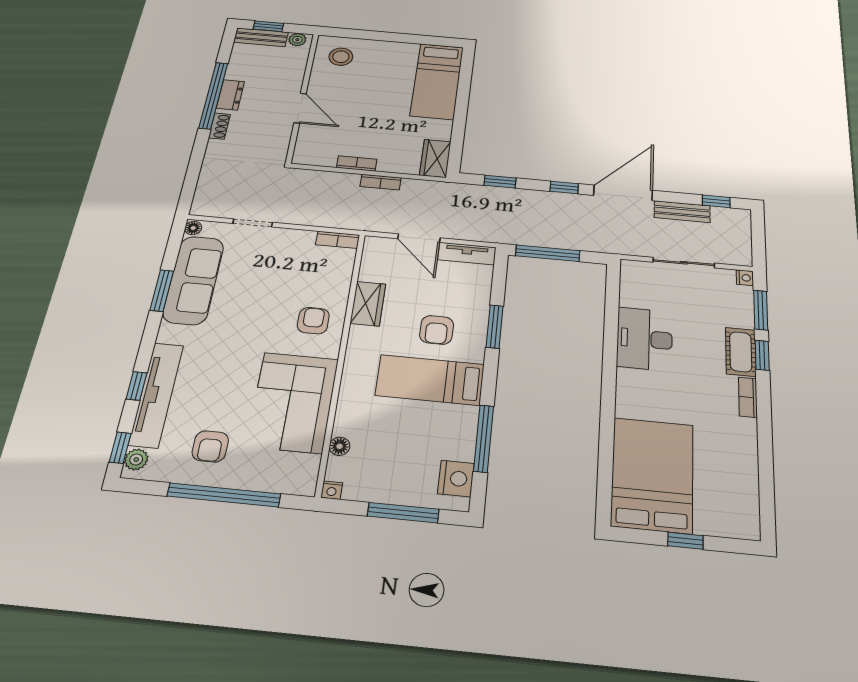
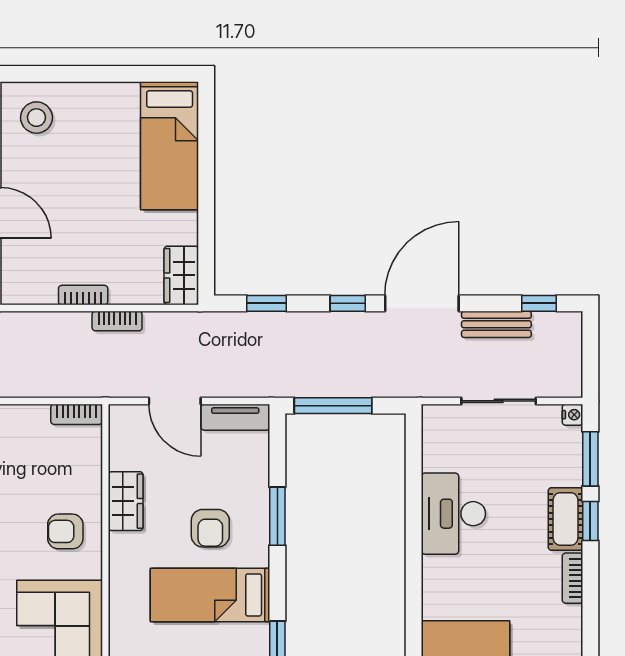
armchair: (313, 321) -> (65, 531), turned -90

